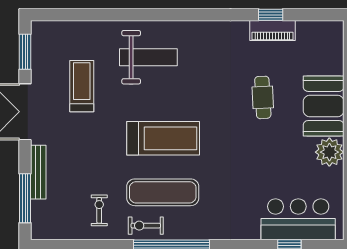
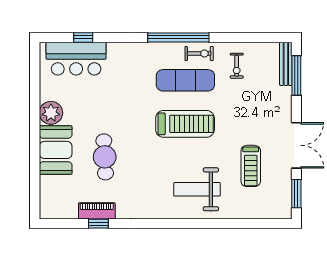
cafe table: (263, 97) -> (105, 157), width x1.37, depth x1.35
treadmill: (163, 138) -> (185, 124), turned 180
bench: (38, 172) -> (286, 64), moved

